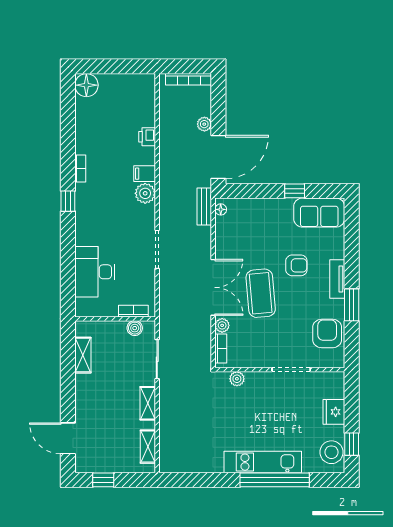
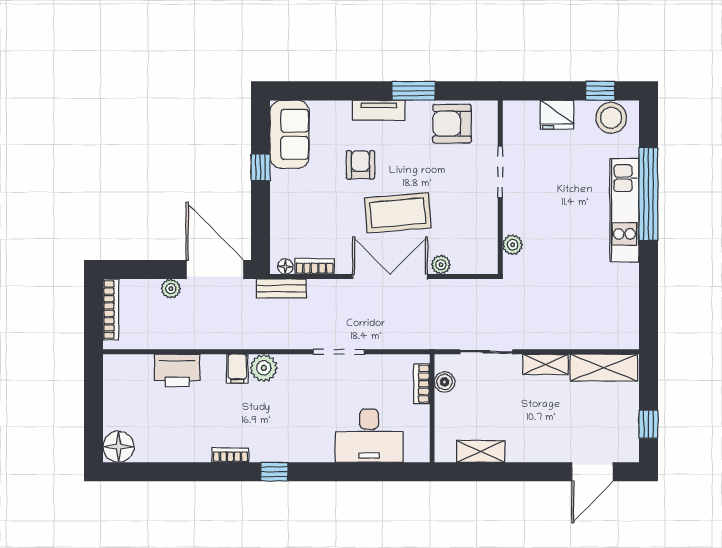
printer: (147, 137) -> (177, 371), width x1.87, depth x1.48
bookcase: (221, 349) -> (315, 266), moved
shelving: (148, 447) -> (604, 368), width x1.50, depth x1.33

